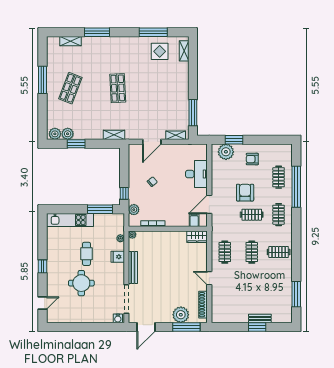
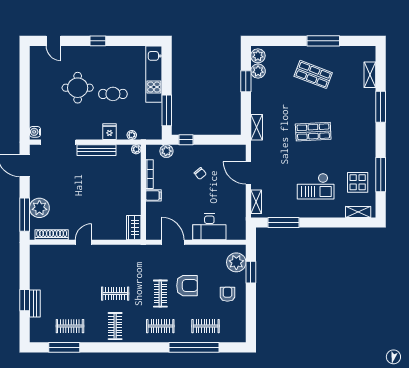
checkout: (163, 86) -> (316, 186), added
filing cabinet: (194, 220) -> (153, 195), moved
clothes rail: (225, 252) -> (70, 326), moved

